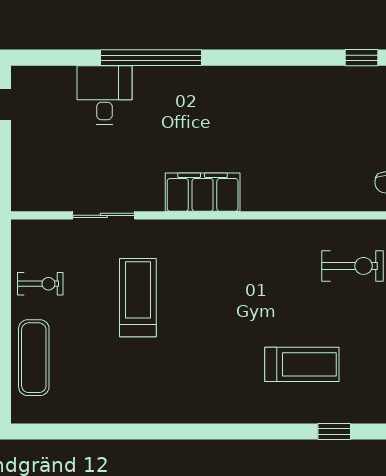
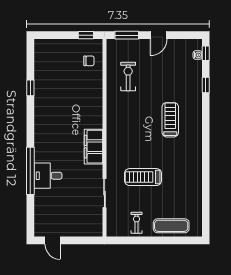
window: (361, 58) -> (30, 88), moved
desk: (104, 95) -> (48, 176), moved
treadmill: (302, 364) -> (170, 120), moved

